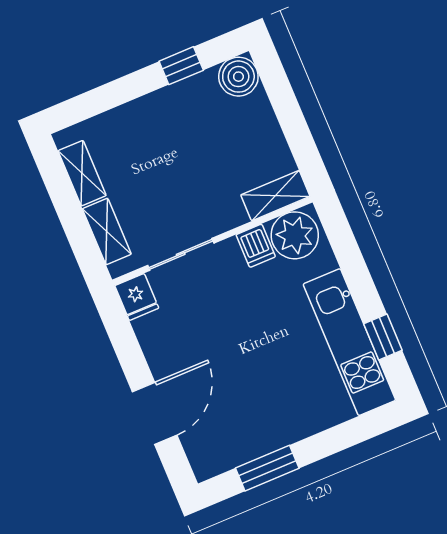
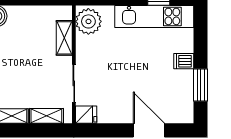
shelving: (275, 196) -> (64, 38), moved
dishwasher: (256, 246) -> (184, 61), moved, turned 180

